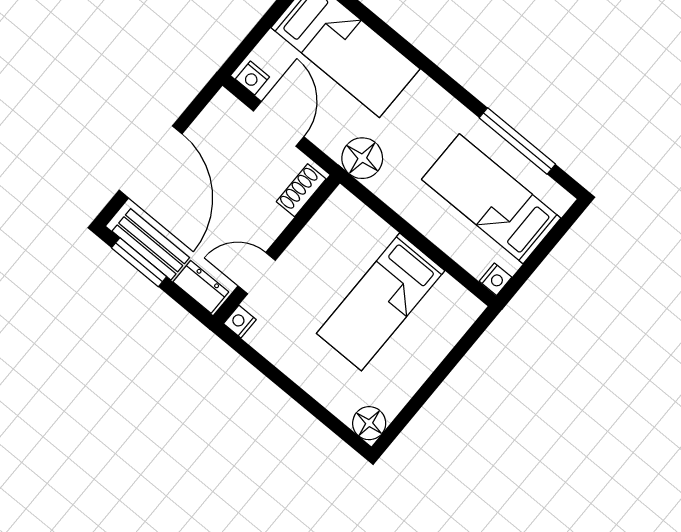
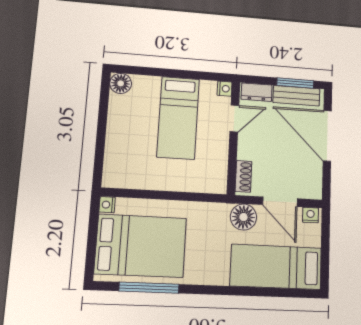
floor lamp: (362, 158) -> (243, 217), moved
bed: (491, 199) -> (141, 246), width x1.50
bed: (381, 302) -> (178, 118), moved, turned 180

